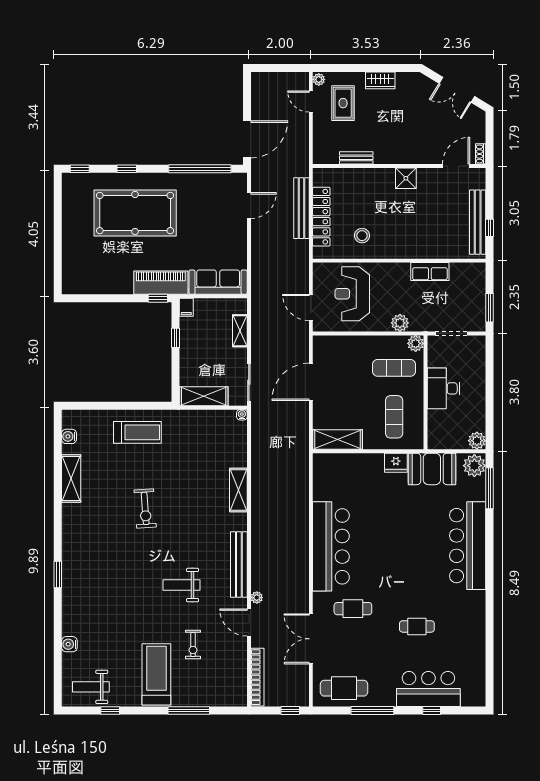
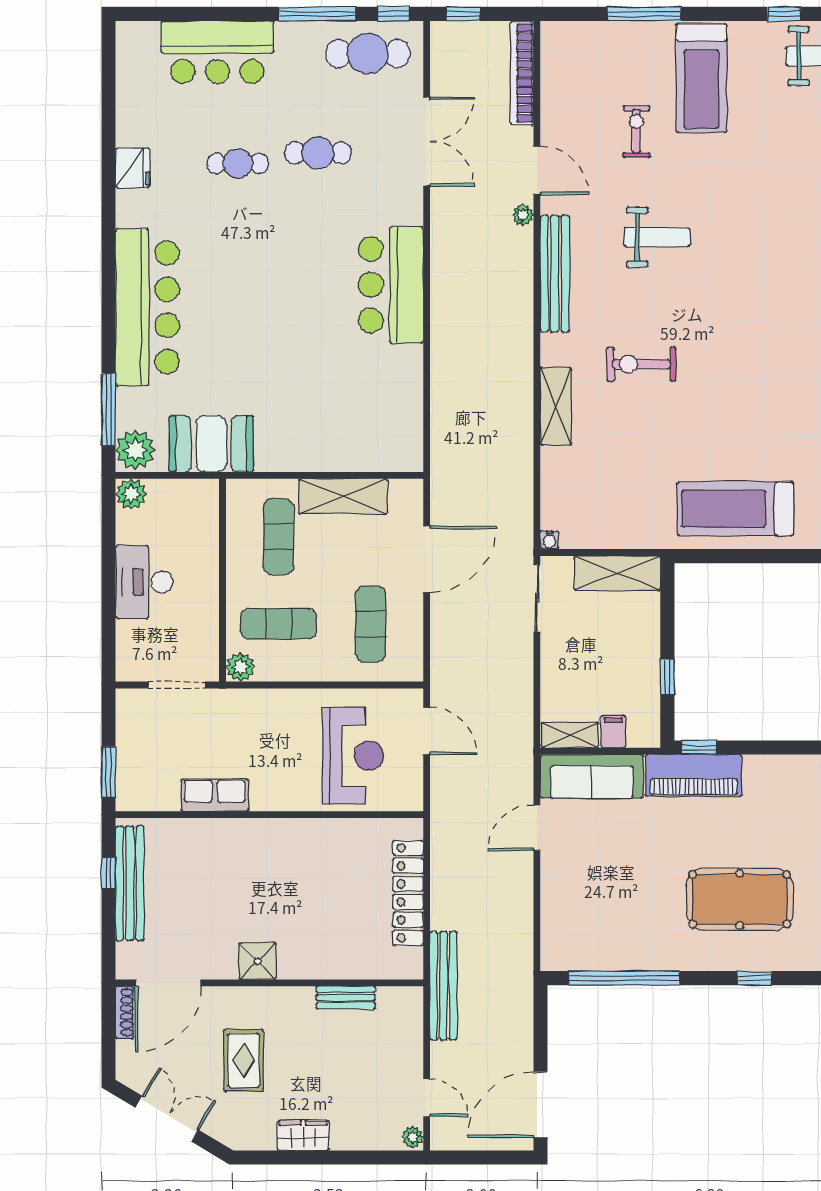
rug: (343, 103) -> (244, 1060), moved
door: (247, 139) -> (541, 1105), moved
shoe rack: (481, 154) -> (124, 1012), width x1.43
door: (456, 166) -> (168, 983), width x1.36
door: (249, 206) -> (537, 828), moved
bench: (301, 208) -> (443, 986), moved
pool table: (135, 213) -> (740, 899), width x0.73, depth x0.76
stool: (362, 236) -> (336, 859), removed
filing cabinet: (186, 307) -> (613, 732), moved
window: (490, 308) -> (109, 772), moved
plant: (400, 323) -> (268, 704), removed
shelving: (240, 331) -> (570, 735), moved, turned 90
exercise mat: (342, 368) -> (371, 624), added
door: (311, 382) -> (427, 559), moved
desk: (444, 388) -> (144, 582), moved, turned 180
treadmill: (137, 432) -> (735, 509), width x1.37, depth x1.38
shelving: (338, 439) -> (343, 496), moved
fridge: (396, 463) -> (133, 168), moved, turned 90
exercise bike: (145, 508) -> (642, 364), moved, turned -86
bar counter: (331, 546) -> (391, 285), width x0.73
cafe table: (353, 609) -> (318, 153), moved
window: (432, 710) -> (394, 14), moved

